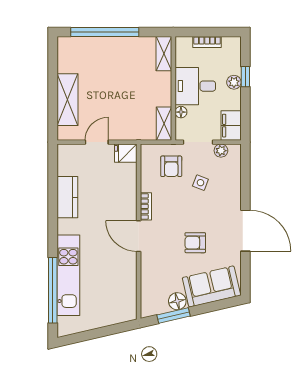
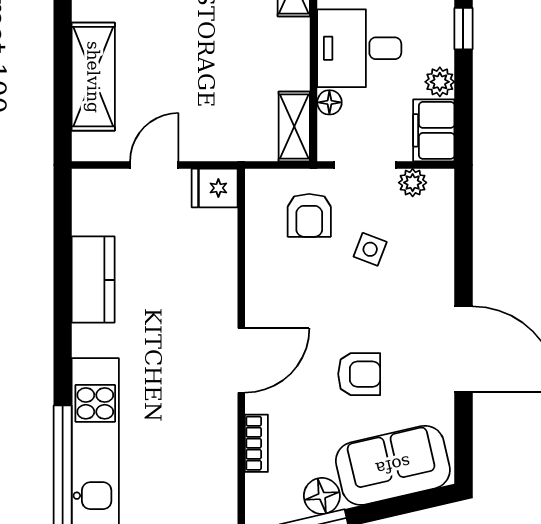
plant: (234, 82) -> (440, 82), moved
bookcase: (146, 206) -> (256, 443), moved
door: (139, 236) -> (241, 360), swing flipped
armchair: (195, 243) -> (359, 374), turned 180

